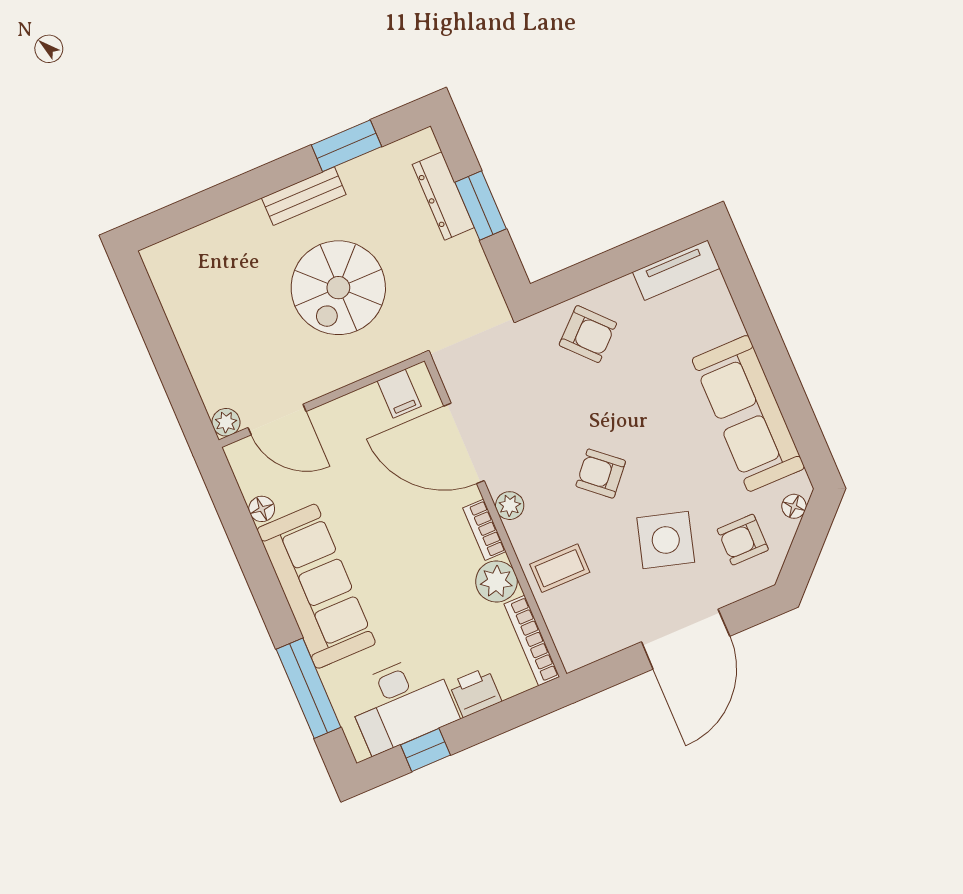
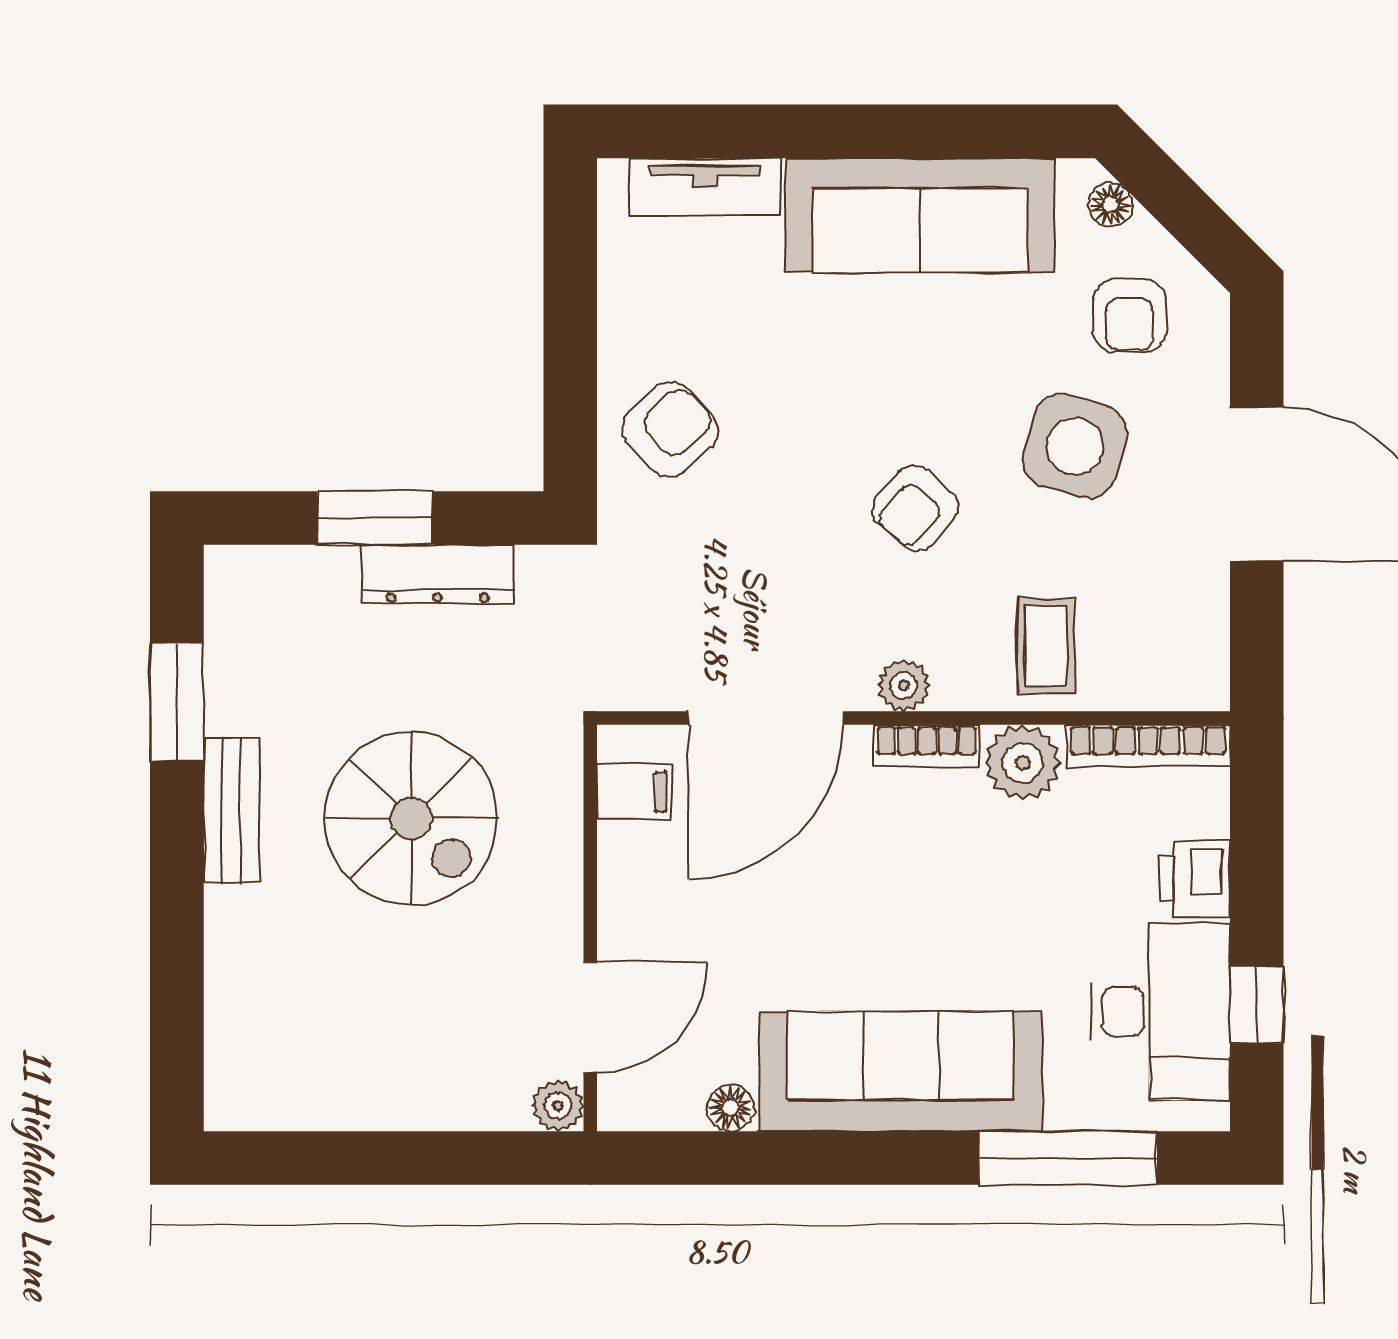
dresser: (443, 196) -> (438, 574), moved
tv unit: (676, 270) -> (705, 187), moved, turned 90

